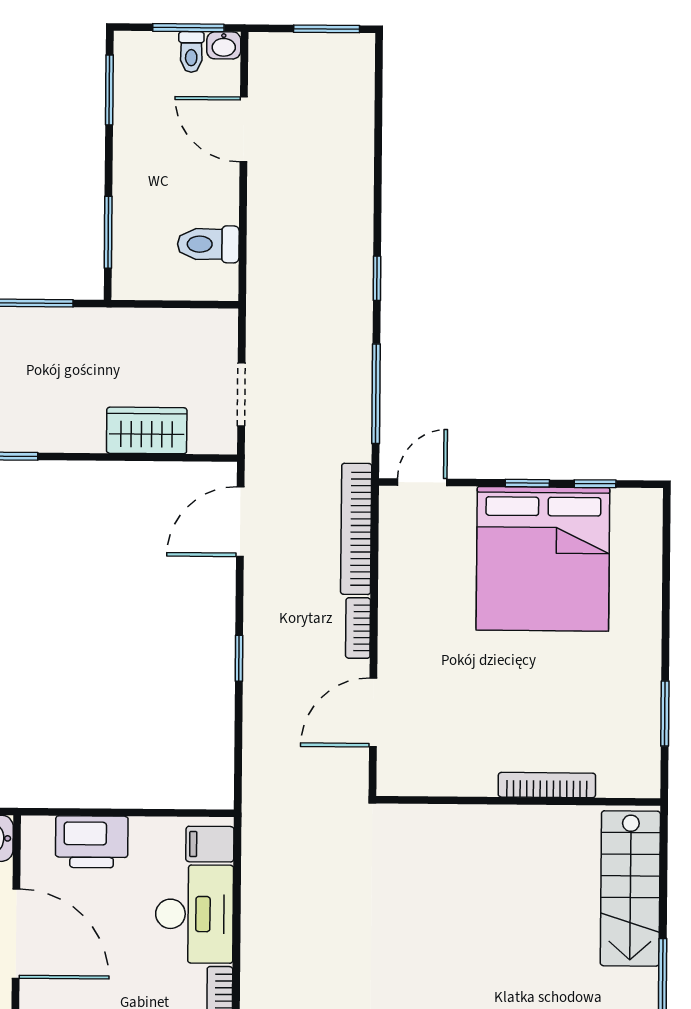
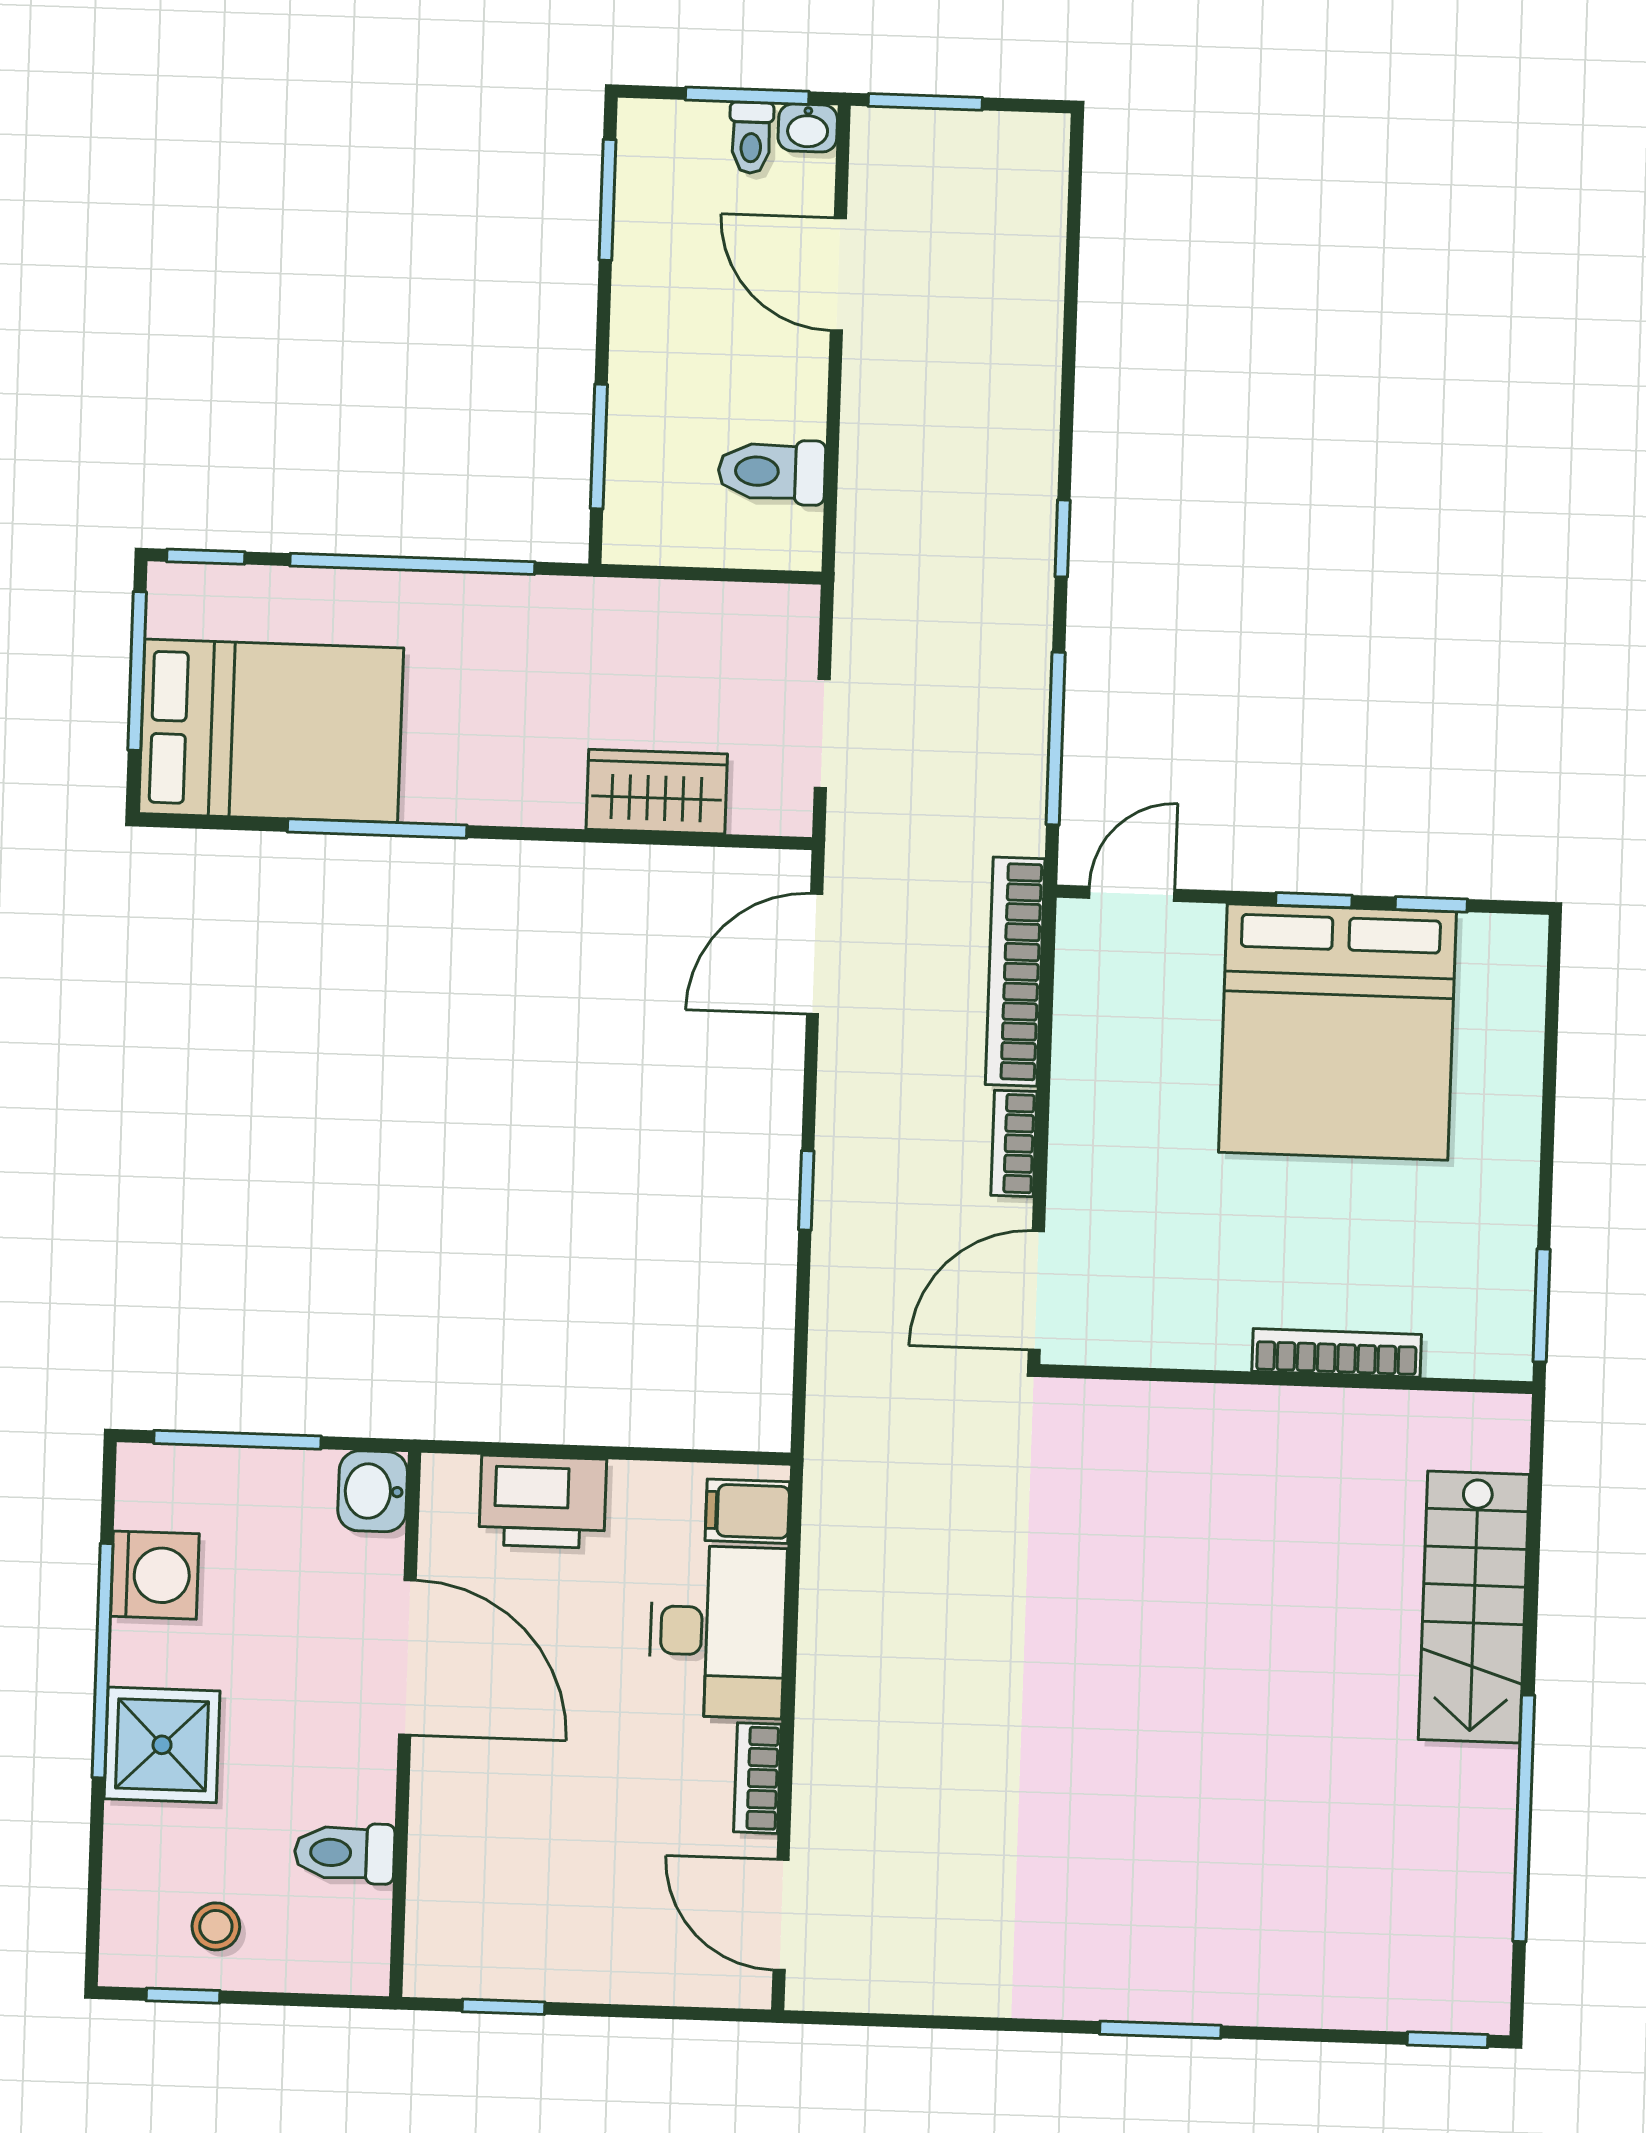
window: (327, 29) -> (925, 102), moved
bookcase: (547, 785) -> (1337, 1353), moved
wall: (518, 801) -> (1286, 1379), moved

